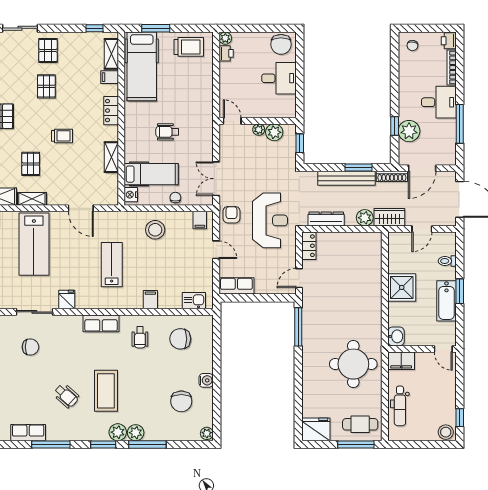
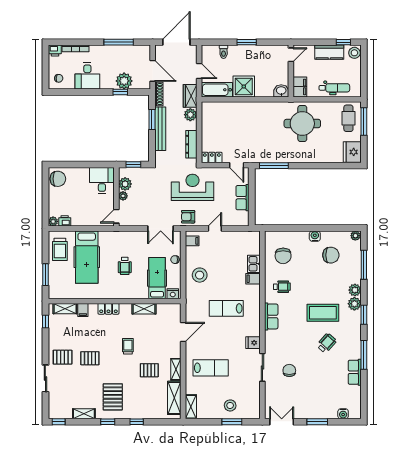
trolley: (189, 47) -> (60, 249), turned 180
hospital bed: (142, 66) -> (87, 257), moved, turned 90
desk: (279, 78) -> (102, 180), moved
desk: (439, 102) -> (87, 76), moved, turned 180
lab bench: (34, 244) -> (211, 368), width x0.73, depth x0.72
row of seats: (236, 286) -> (243, 198), moved
kitchen sink: (194, 301) -> (254, 264), moved
bathtub: (446, 301) -> (217, 90), moved, turned 180
kitchen counter: (447, 399) -> (329, 52), added
window: (147, 445) -> (364, 265), moved

